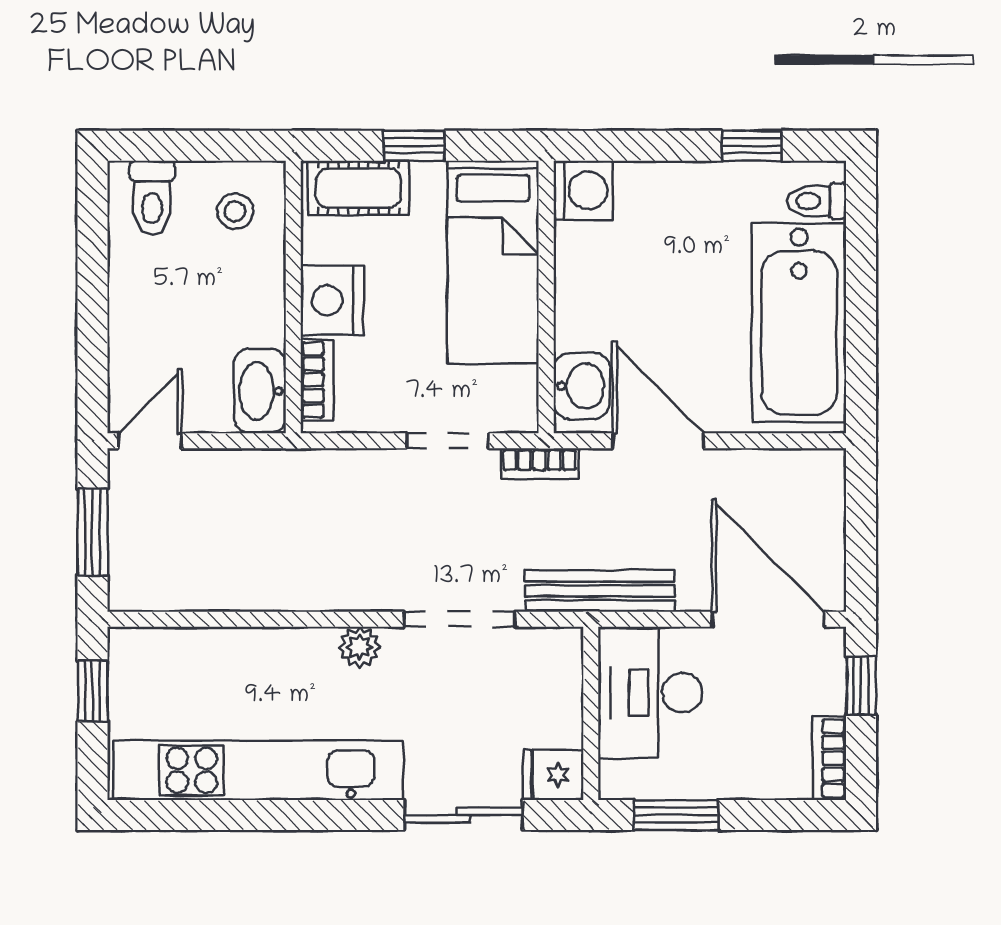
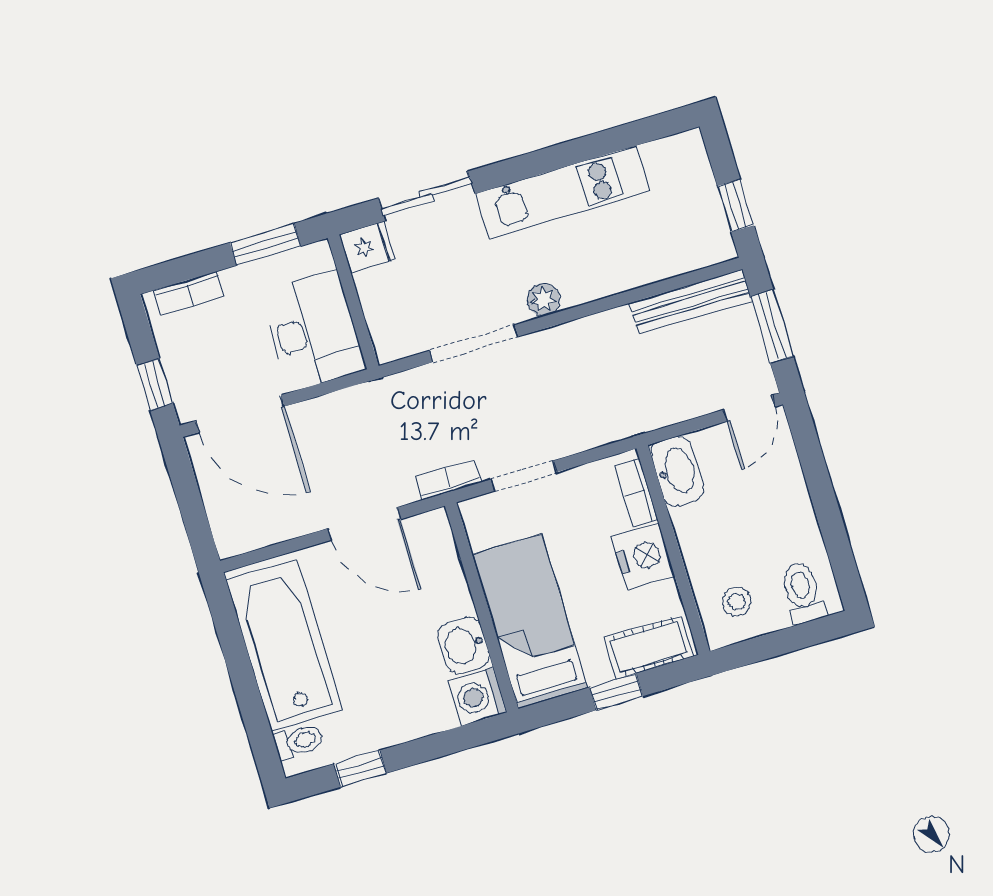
washbasin: (582, 386) -> (464, 645), moved
bench: (600, 591) -> (691, 302), moved
bookcase: (829, 758) -> (189, 294), moved, turned 90
kitchen unit: (258, 770) -> (563, 192), width x0.73

